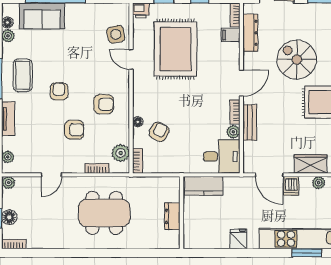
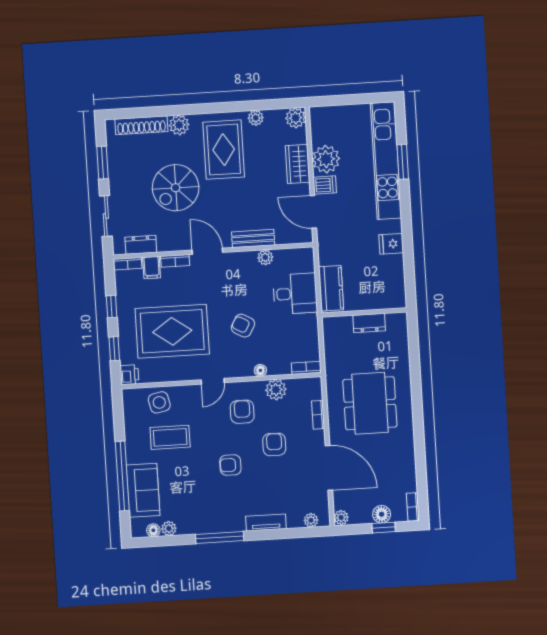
dresser: (250, 33) -> (141, 245), width x0.70
door: (131, 59) -> (213, 381), moved
coffee table: (23, 75) -> (170, 437), moved
bookcase: (235, 112) -> (175, 261), moved
armchair: (159, 132) -> (243, 326), moved
plant: (121, 153) -> (276, 390), moved
desk: (222, 156) -> (295, 294), moved, turned 90
door: (51, 175) -> (329, 468), width x1.88
door: (269, 175) -> (313, 212), swing flipped
plant: (319, 183) -> (326, 159), width x1.88, depth x1.88

